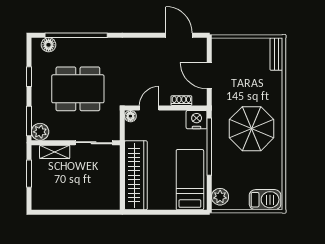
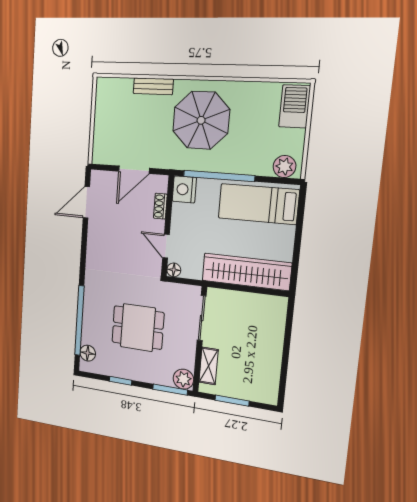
bench: (276, 54) -> (153, 86), moved
dining table: (78, 89) -> (138, 327), width x0.73

